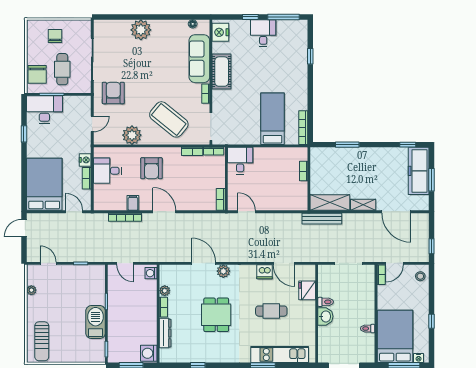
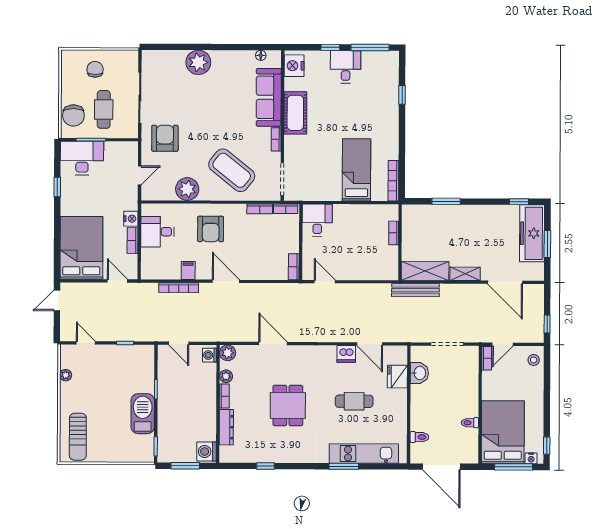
plant: (223, 271) -> (228, 353), moved
toilet: (326, 302) -> (419, 437), moved
washbasin: (325, 316) -> (419, 373), moved
window: (431, 321) -> (547, 446), moved

